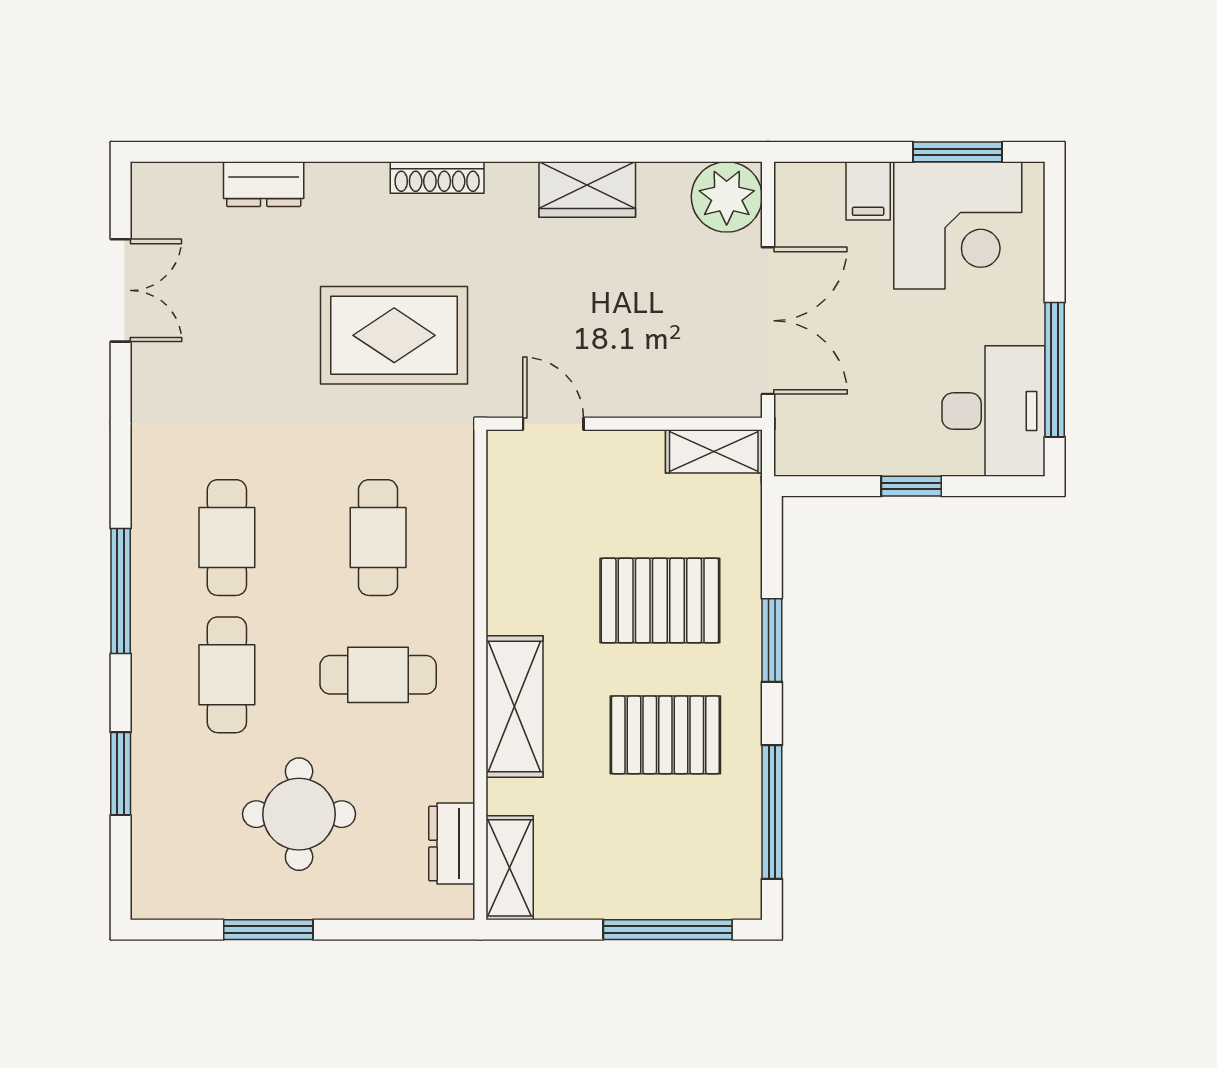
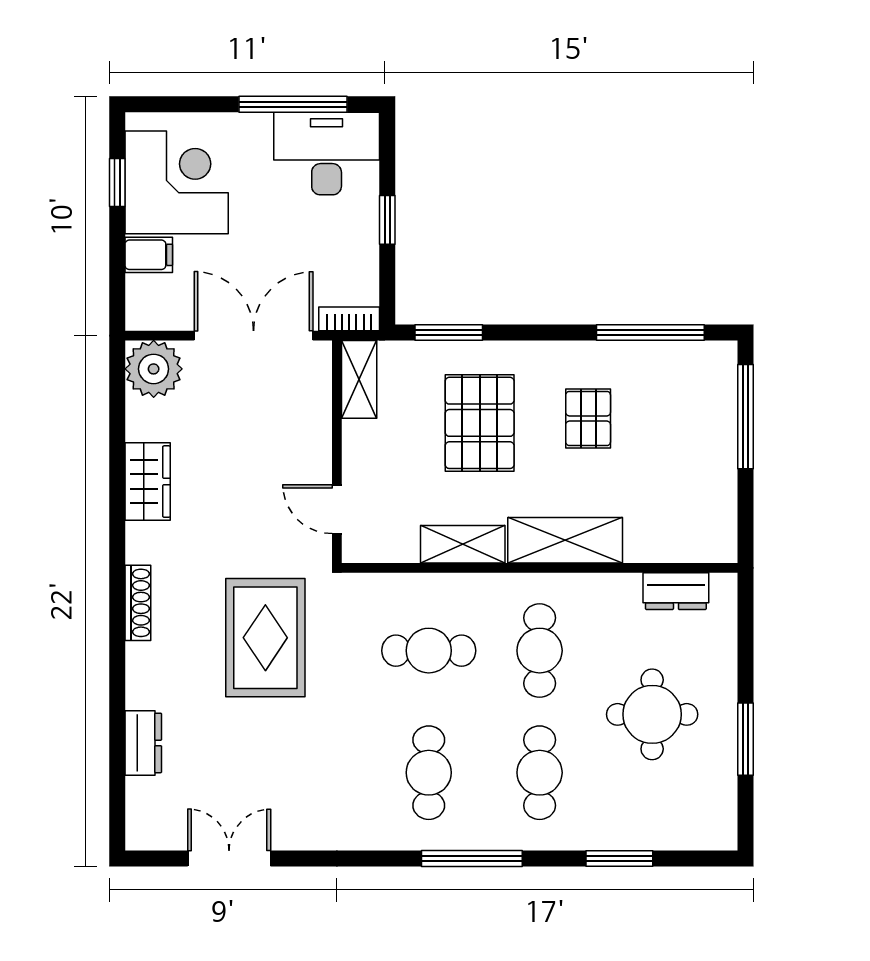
window: (958, 152) -> (117, 183), width x0.67
door: (553, 424) -> (337, 509), hinge flipped
bookcase: (789, 439) -> (349, 319), added
cafe table: (227, 538) -> (429, 773), turned 90
window: (772, 640) -> (449, 332), moved
cafe table: (227, 675) -> (540, 773), turned 90
pallet: (665, 735) -> (588, 418), width x0.67, depth x0.71
shelving: (510, 868) -> (463, 544), moved

